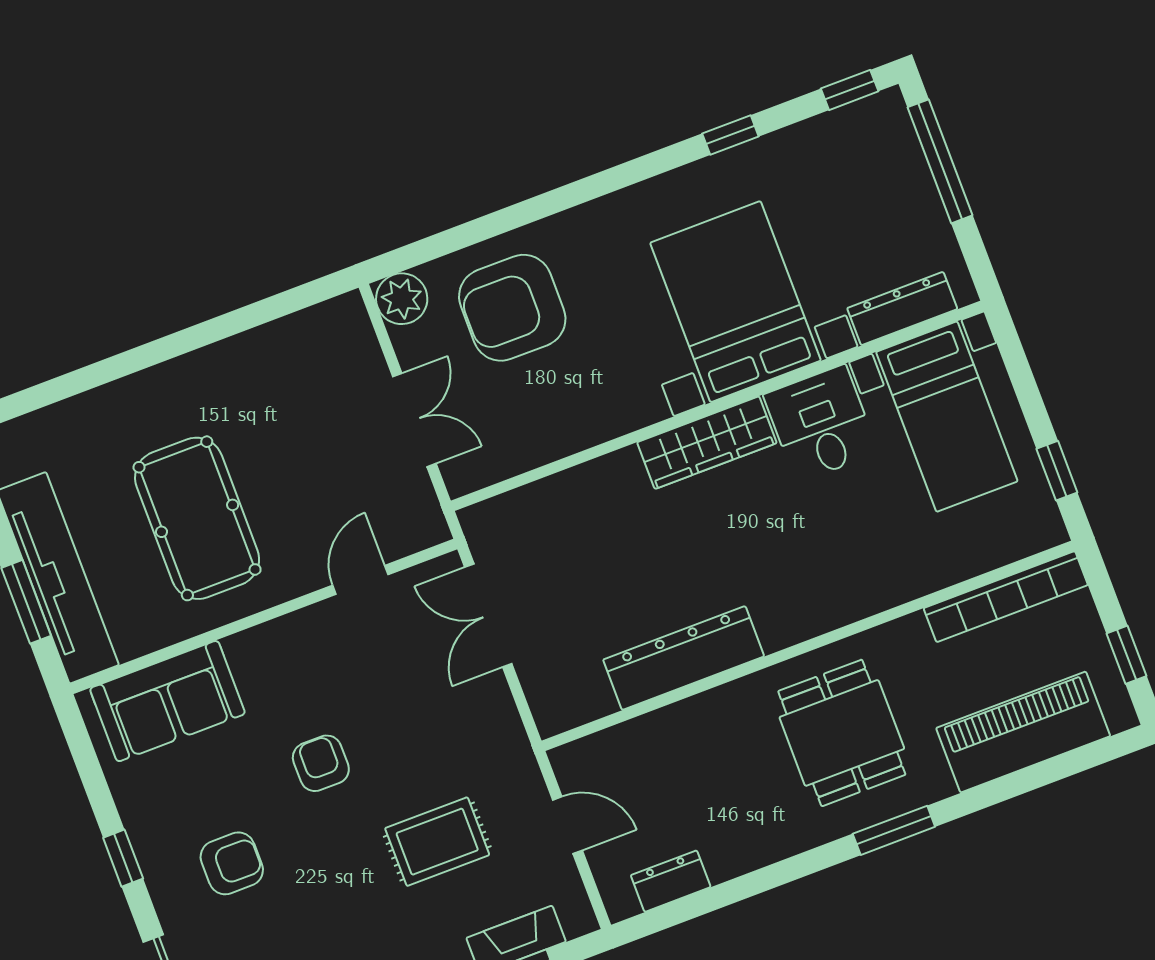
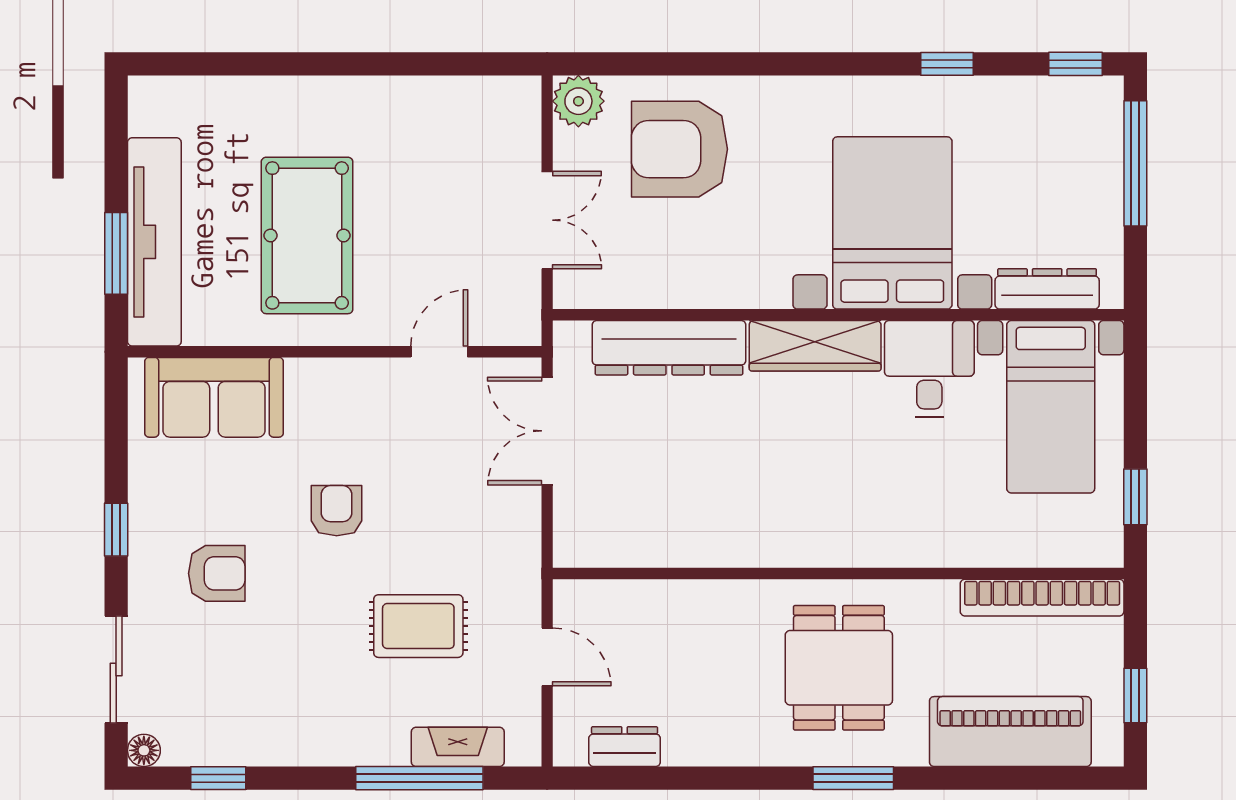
dresser: (684, 658) -> (669, 348), moved, turned 180

